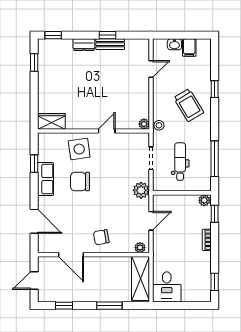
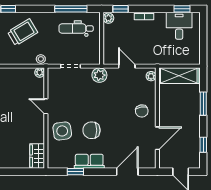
dental chair: (180, 162) -> (76, 29), moved
chair: (80, 182) -> (91, 130), turned 90
desk: (167, 287) -> (179, 26), moved, turned -90

